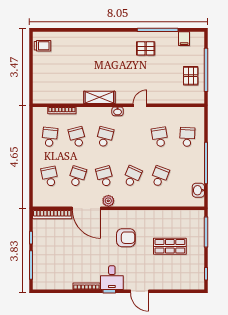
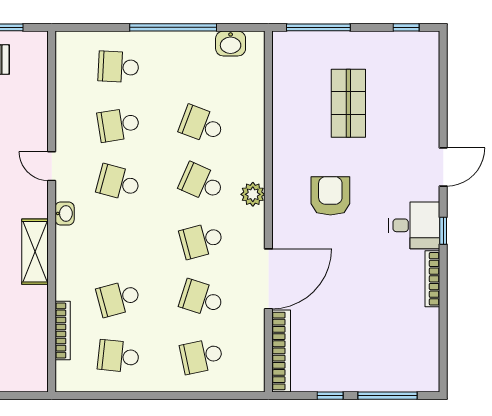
school desk: (105, 137) -> (118, 183), moved
plant: (108, 201) -> (253, 194), moved

